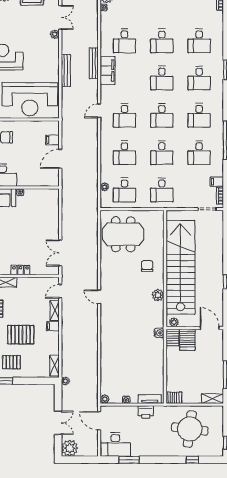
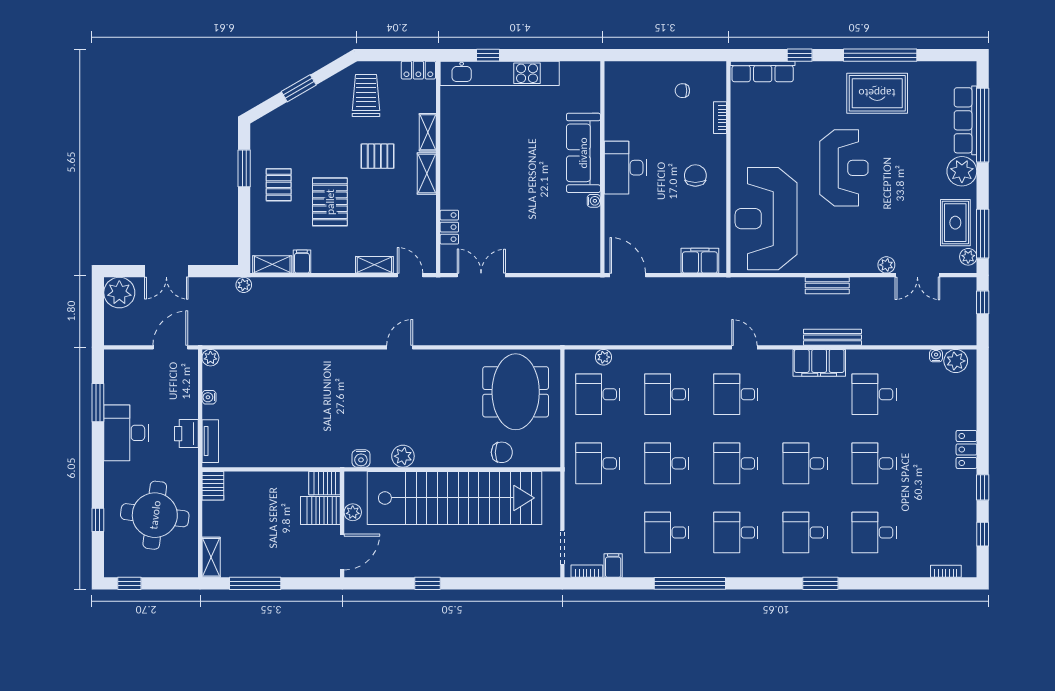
bench: (66, 70) -> (827, 286), width x0.73
filing cabinet: (52, 140) -> (700, 261), width x2.00
door: (60, 159) -> (628, 275), moved
chair: (147, 266) -> (502, 452), moved
locker: (20, 270) -> (449, 227), moved
plant: (174, 322) -> (353, 512), moved
filing cabinet: (53, 326) -> (302, 262), moved
water cooler: (159, 333) -> (361, 458), moved
desk: (115, 445) -> (126, 433), moved

